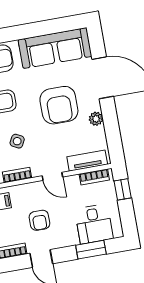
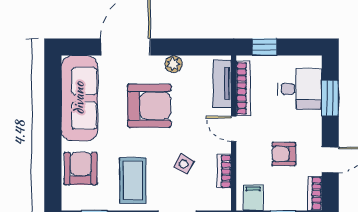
door: (52, 176) -> (234, 129), swing flipped
bookcase: (94, 177) -> (243, 88), width x1.56
armchair: (39, 220) -> (284, 154), turned 180

